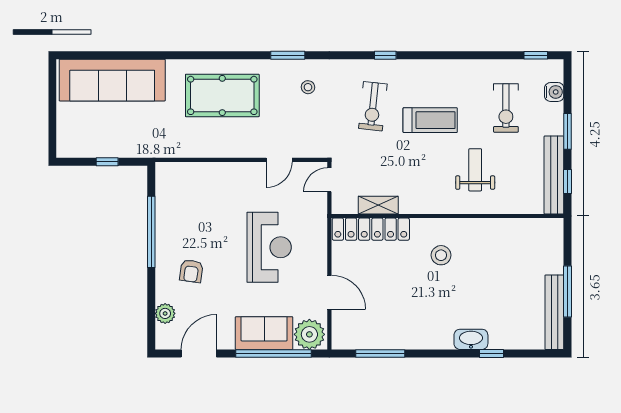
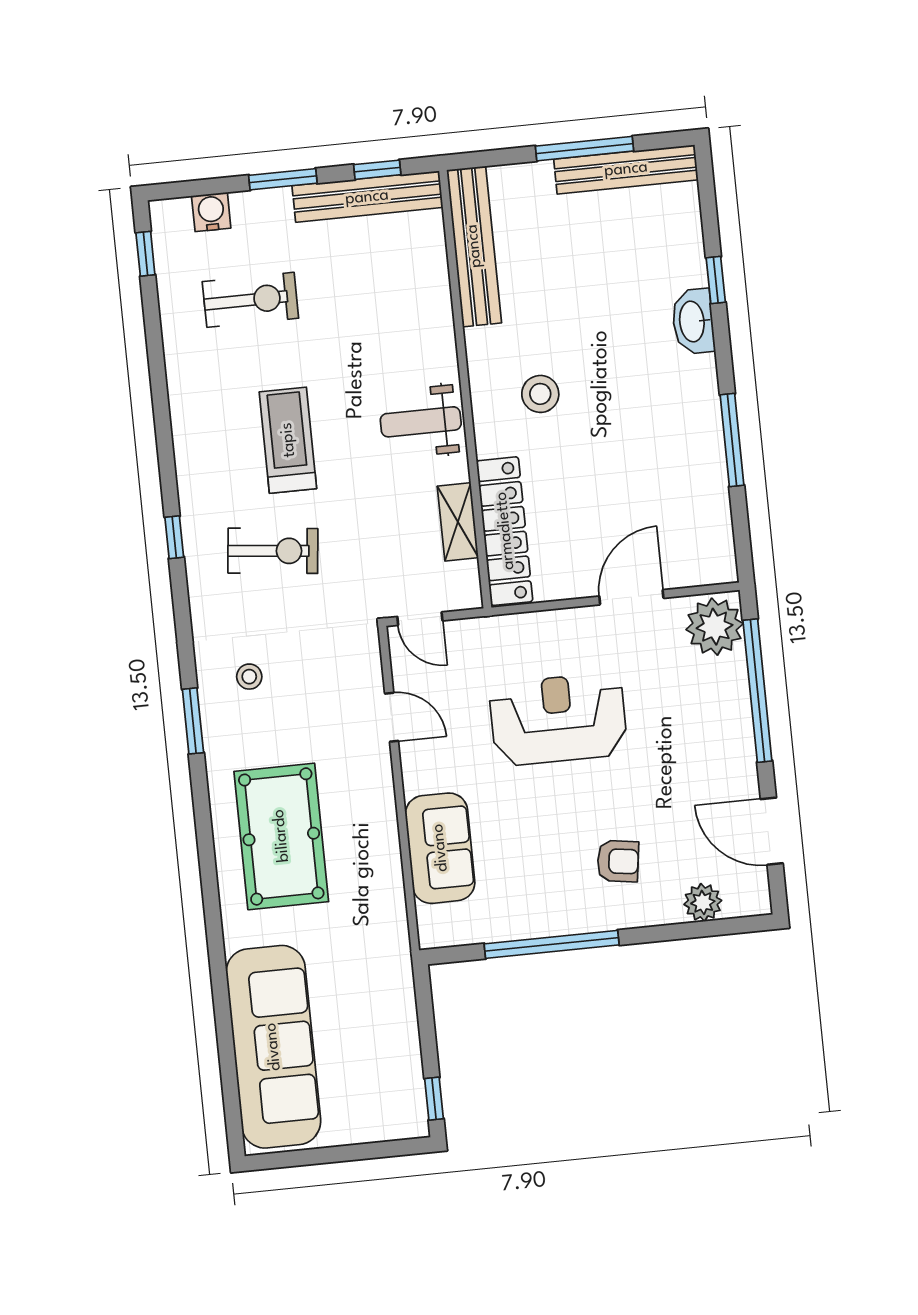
window: (107, 162) -> (434, 1099), moved
weight bench: (475, 170) -> (421, 422), moved
bench: (522, 228) -> (474, 246), added
sofa: (264, 333) -> (440, 848), moved, turned 180
window: (380, 354) -> (732, 440), moved

